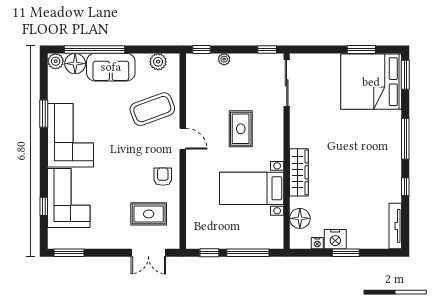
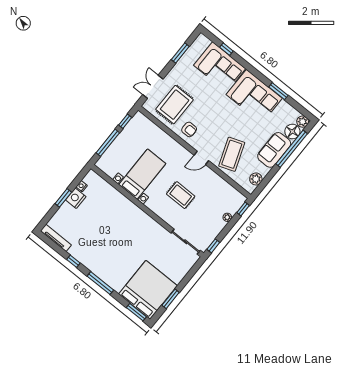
wardrobe: (299, 172) -> (130, 208), removed
rug: (149, 214) -> (175, 105), width x1.36, depth x1.43
floor lamp: (300, 218) -> (103, 188), removed
window: (69, 253) -> (180, 53), moved

